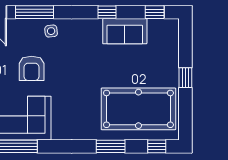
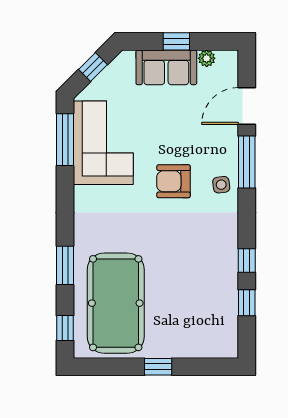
window: (155, 12) -> (247, 303), moved
sofa: (125, 31) -> (221, 285), removed
armchair: (32, 68) -> (174, 181), moved

